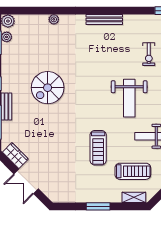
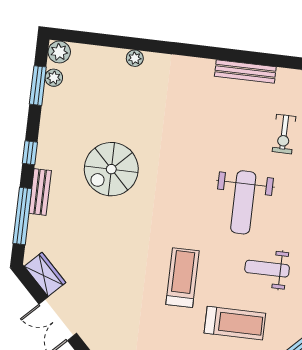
bench: (104, 19) -> (245, 71), moved
treadmill: (98, 148) -> (182, 278), turned 180

